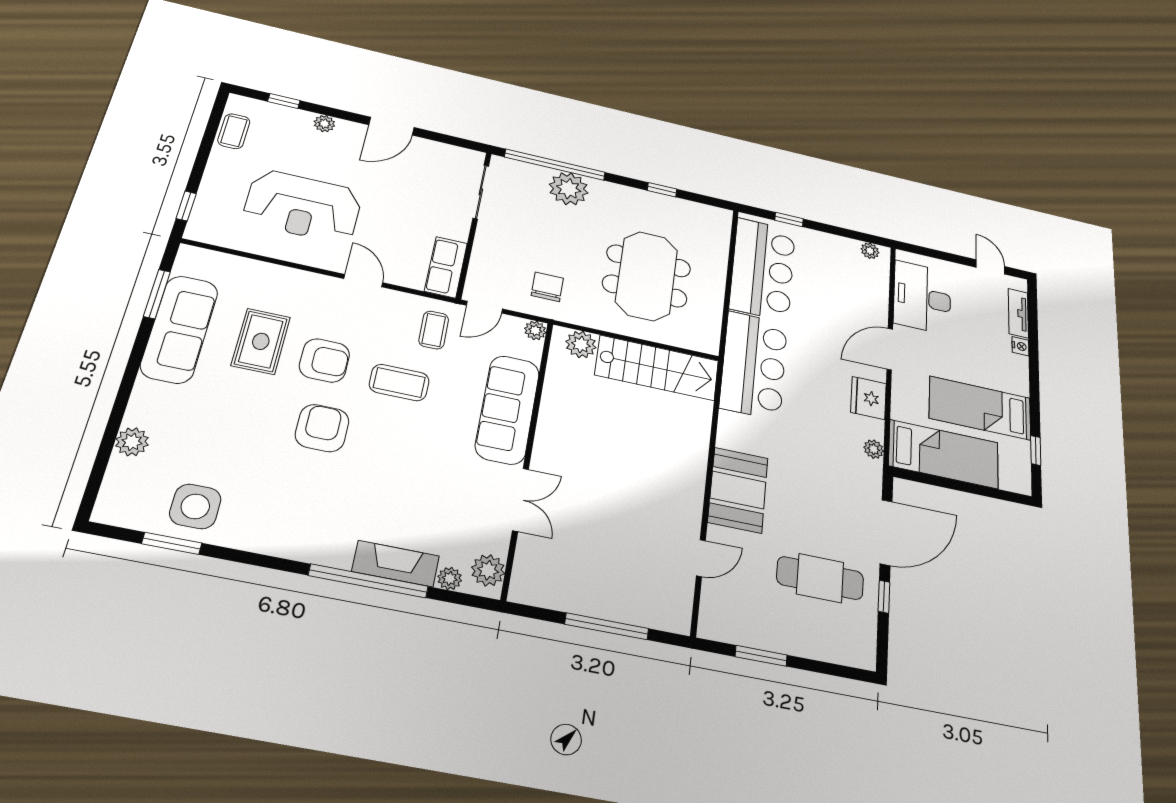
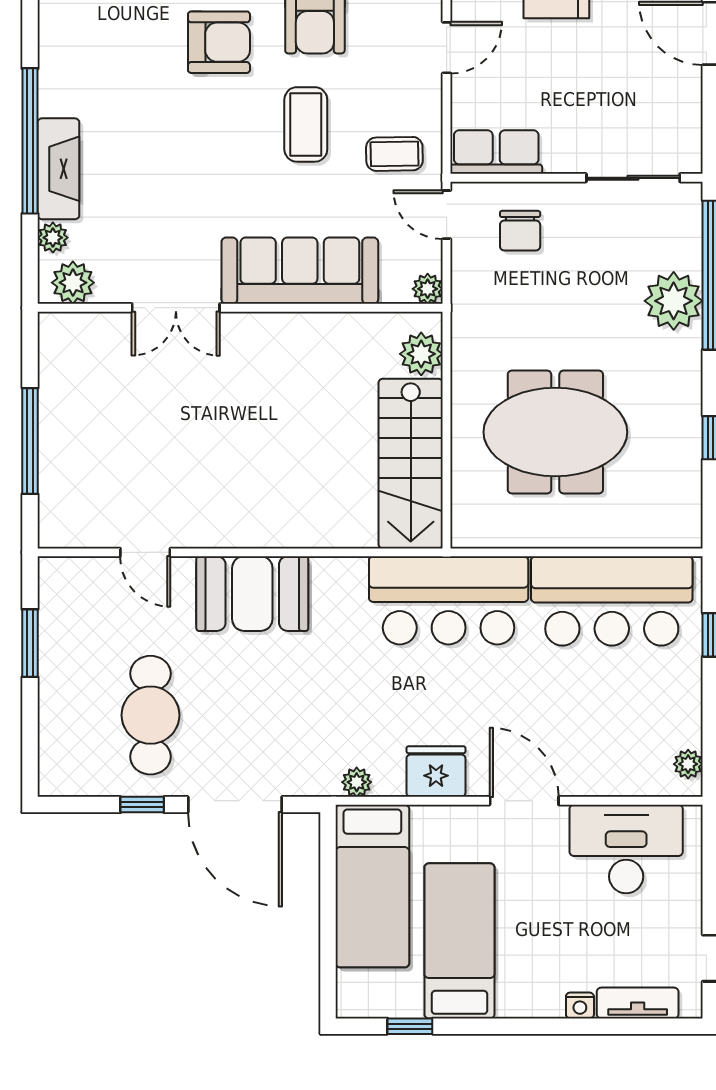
chair: (547, 287) -> (520, 231), moved, turned 90

